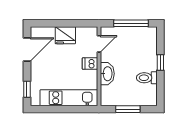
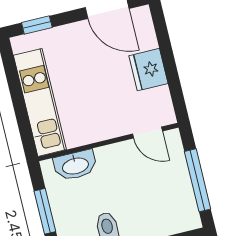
dishwasher: (90, 64) -> (109, 125), removed
washbasin: (107, 74) -> (75, 165), moved

